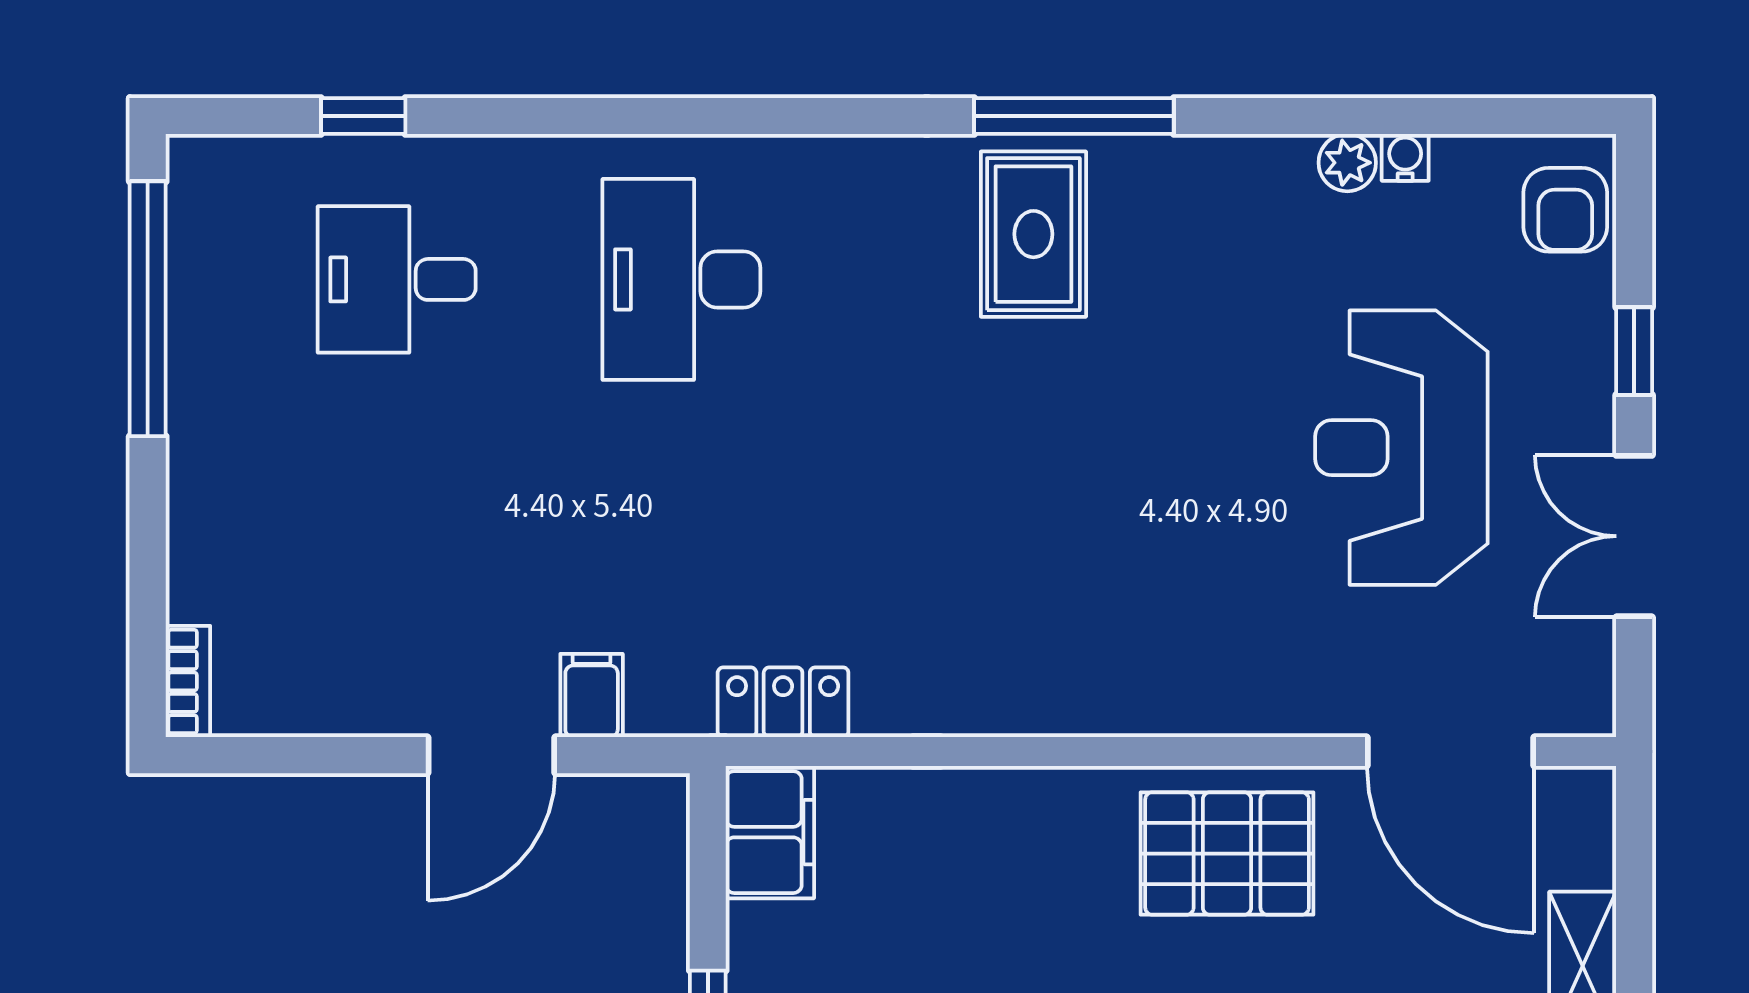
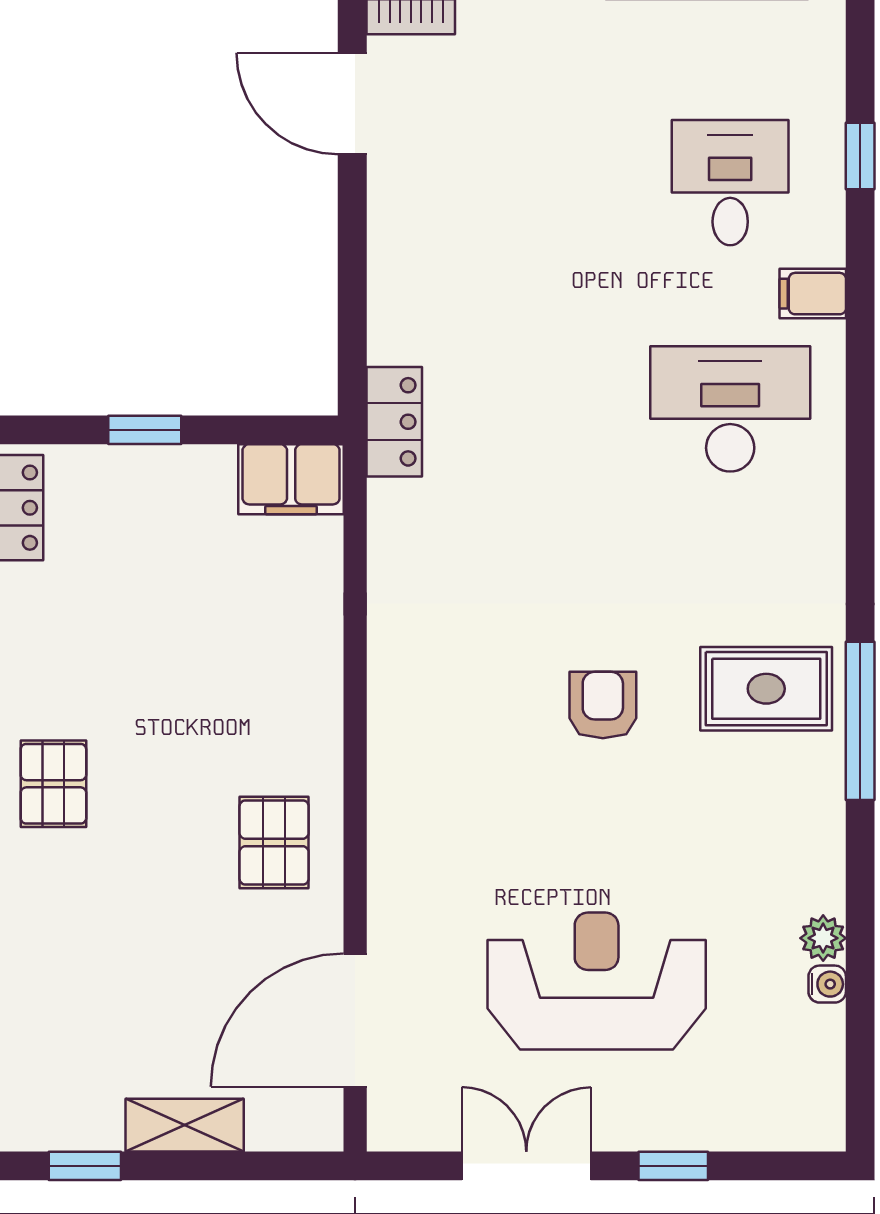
armchair: (1565, 210) -> (603, 705), moved, turned 90
filing cabinet: (592, 695) -> (813, 294), moved, turned 180
locker: (783, 702) -> (394, 422), moved
door: (491, 755) -> (352, 104), moved
pallet: (1227, 854) -> (274, 842), width x0.67, depth x0.71

